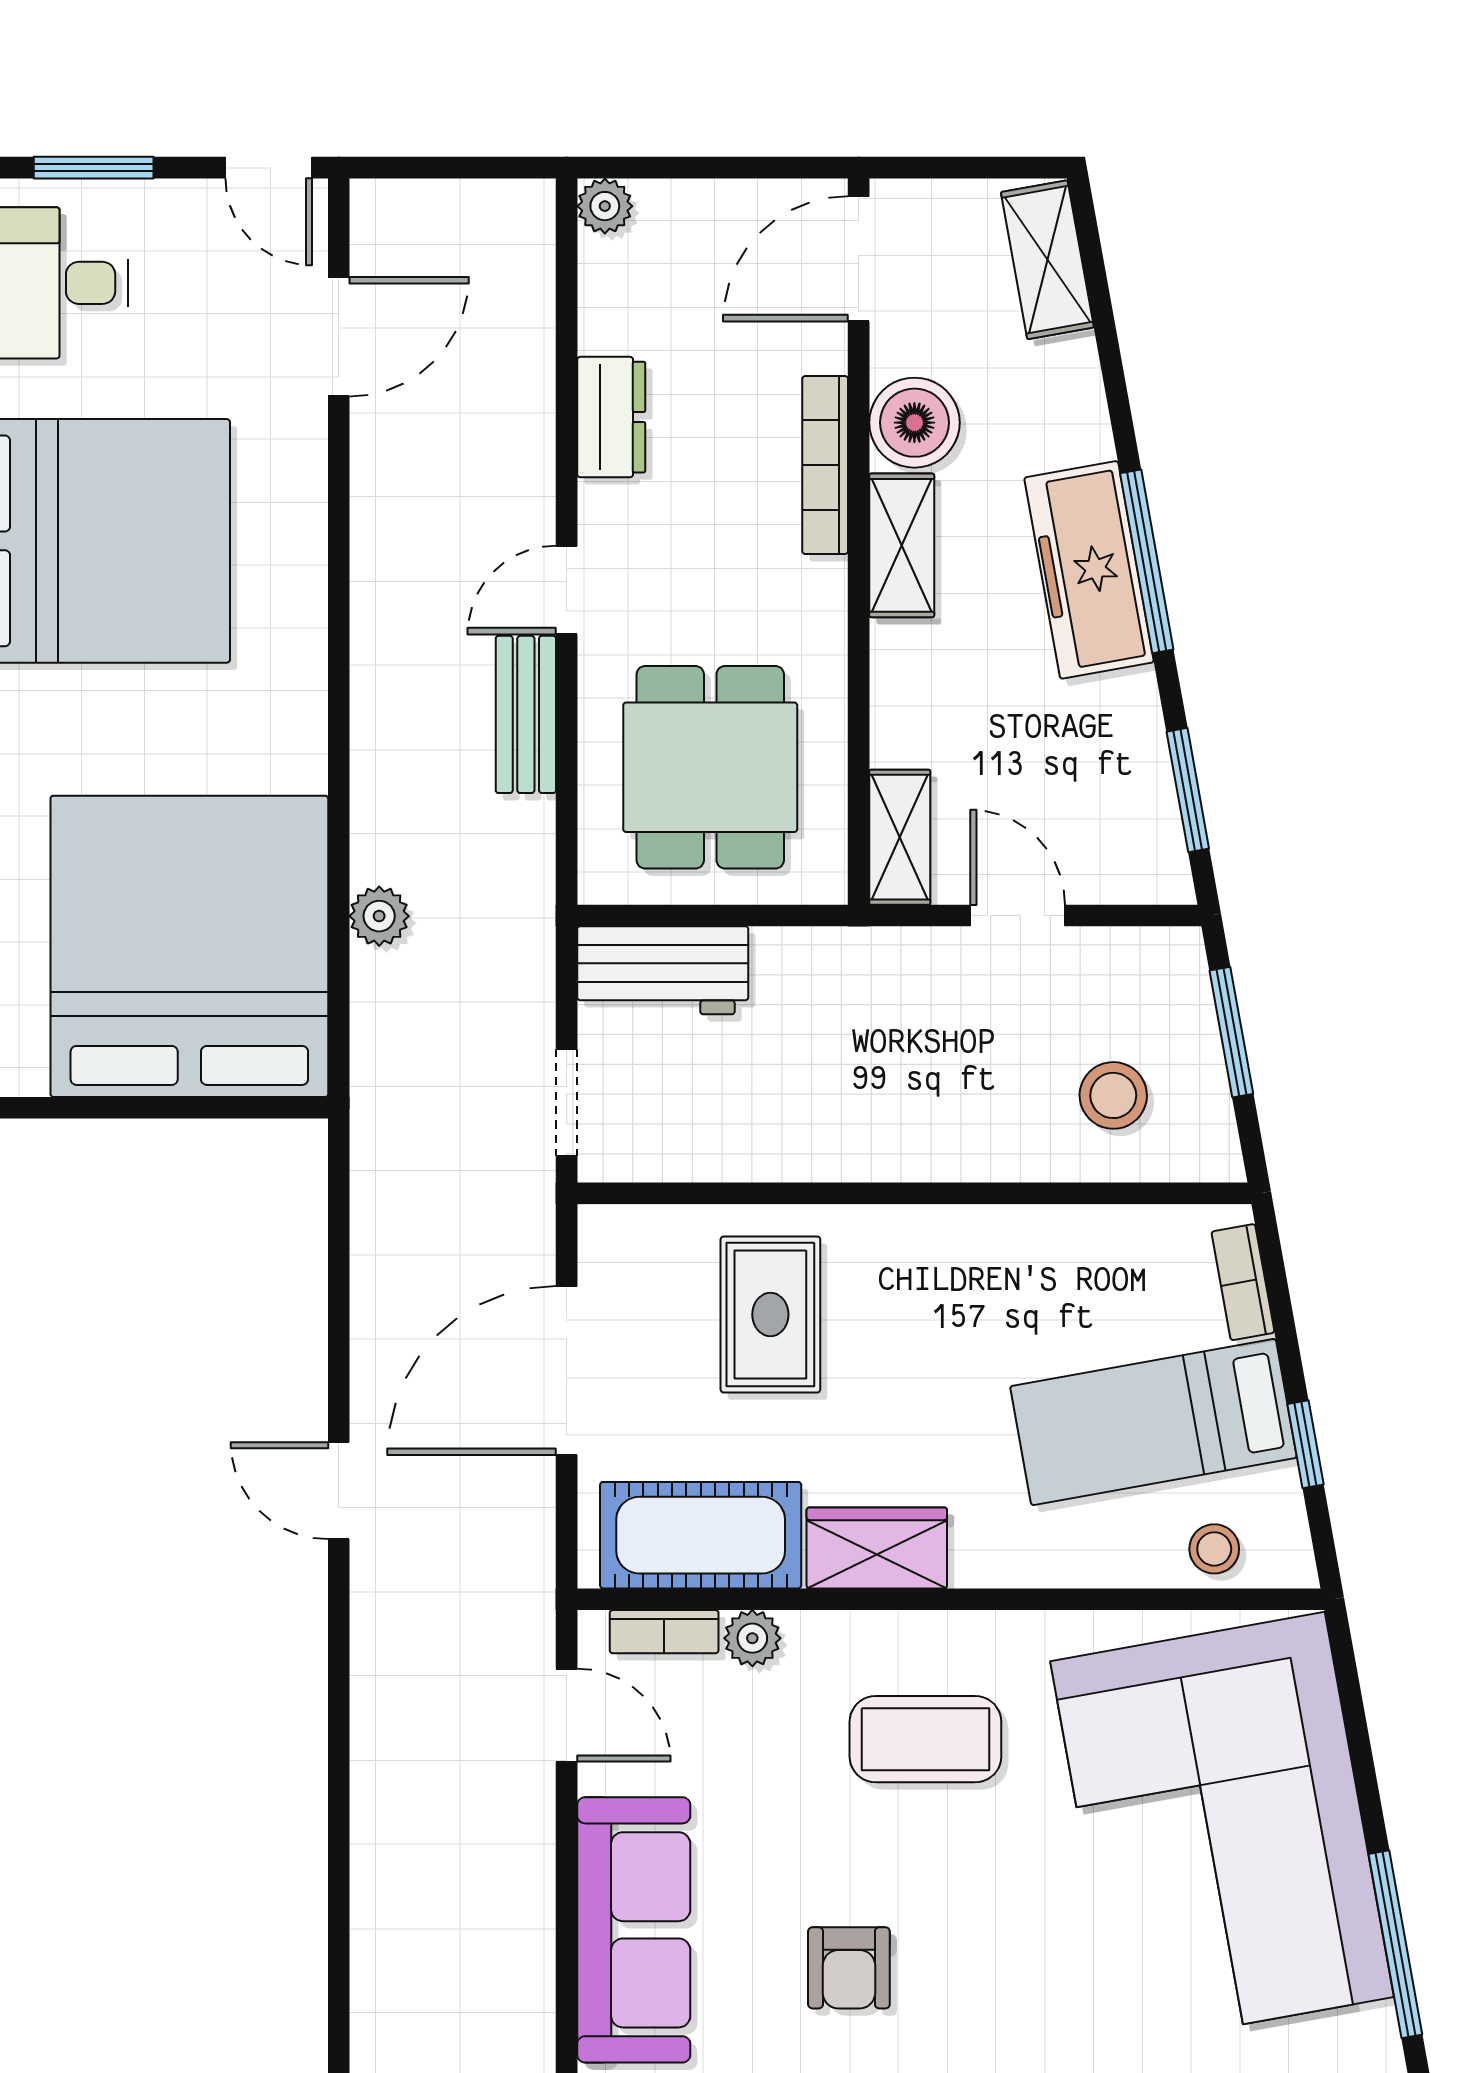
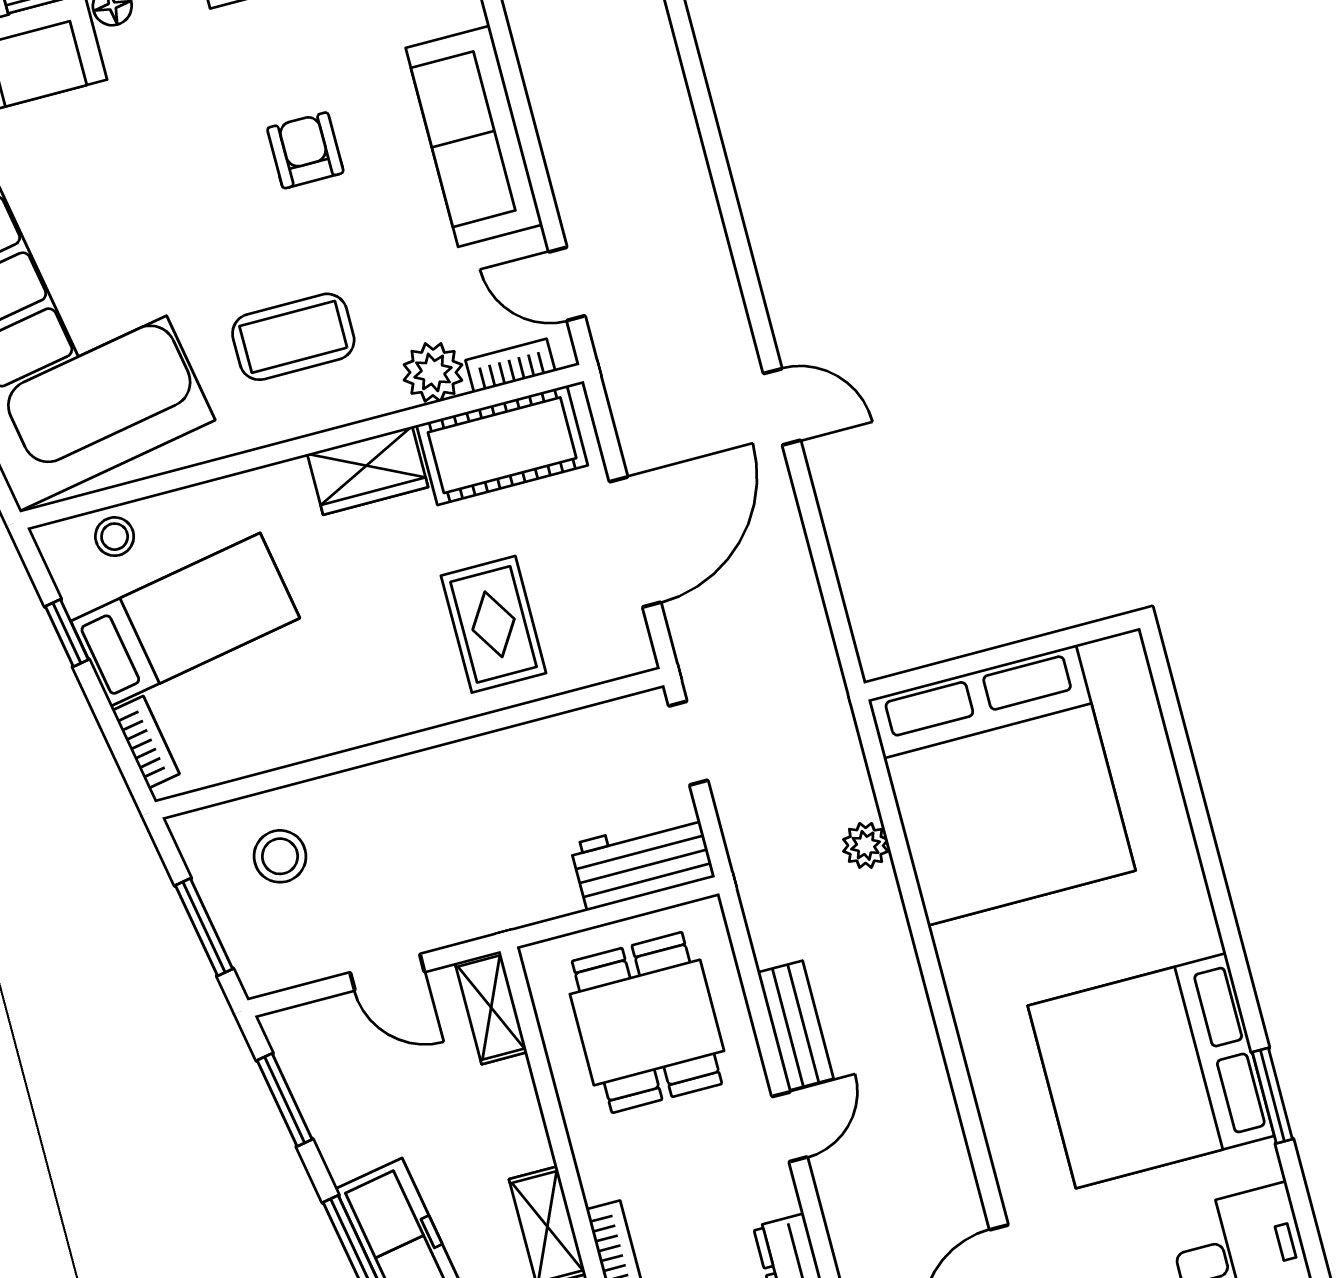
plant: (752, 1638) -> (433, 372), width x1.38, depth x1.38

